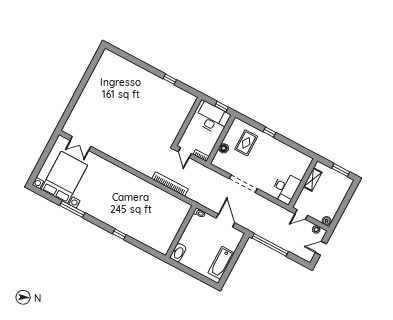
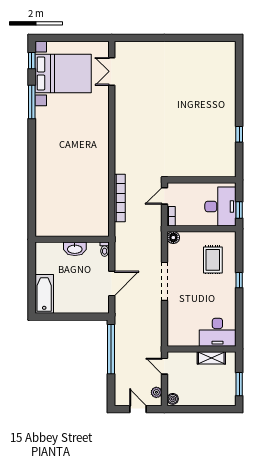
rug: (246, 143) -> (213, 260), turned 90
floor lamp: (224, 148) -> (173, 238), moved
desk: (286, 188) -> (217, 332), moved
window: (119, 234) -> (32, 61), moved
washbasin: (178, 253) -> (75, 249), moved
bathtub: (221, 263) -> (44, 294), moved, turned 90

